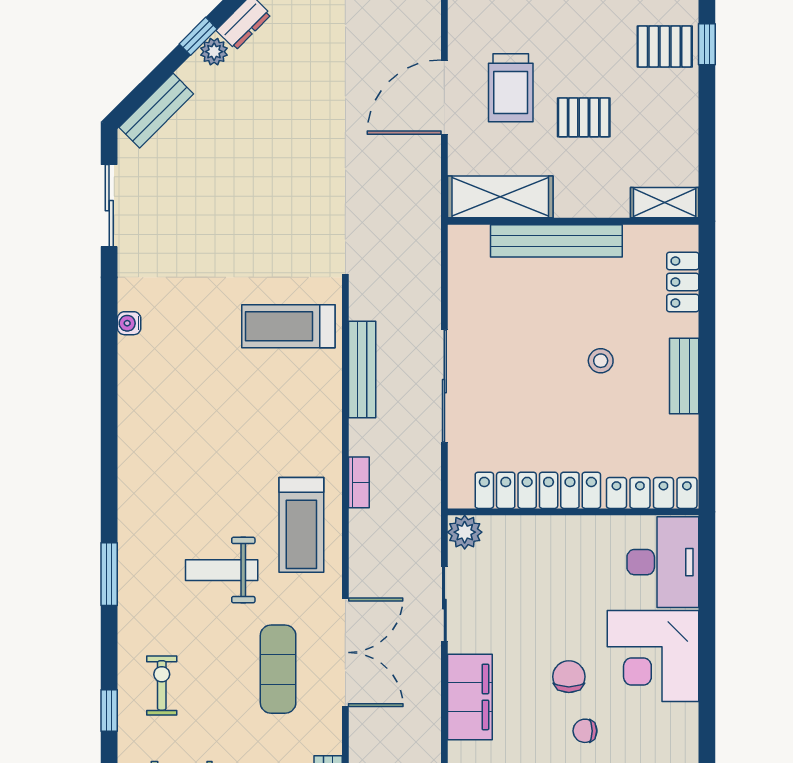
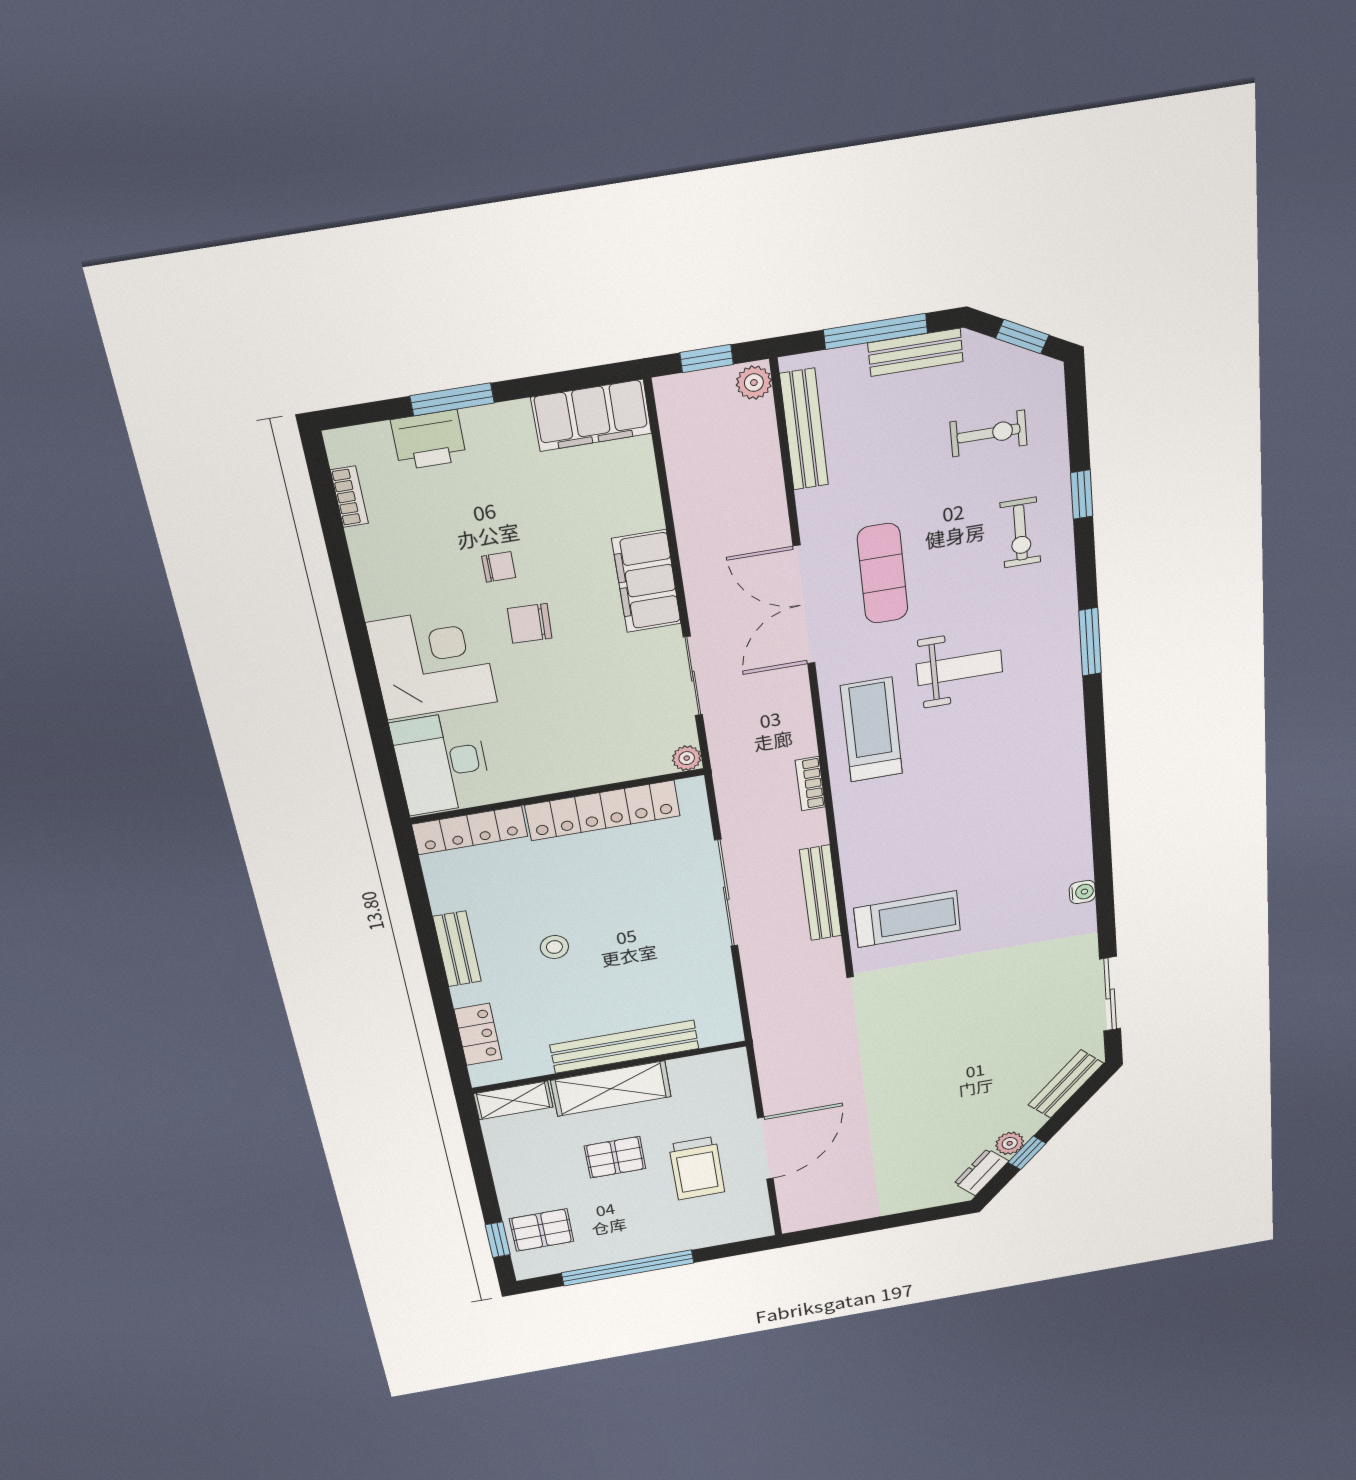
trolley: (511, 88) -> (697, 1168), turned 180
shelving: (500, 197) -> (611, 1089), moved
plant: (465, 532) -> (687, 758), width x0.73, depth x0.73
chair: (569, 677) -> (530, 623), turned 92

